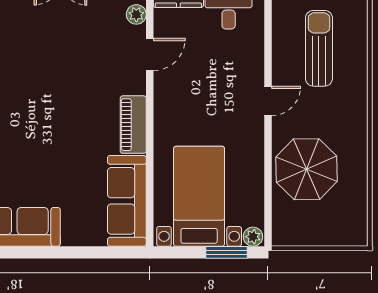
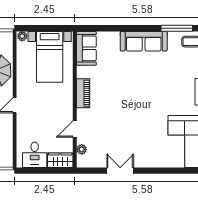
sofa: (127, 201) -> (86, 48), width x0.73
window: (226, 252) -> (36, 28), removed

